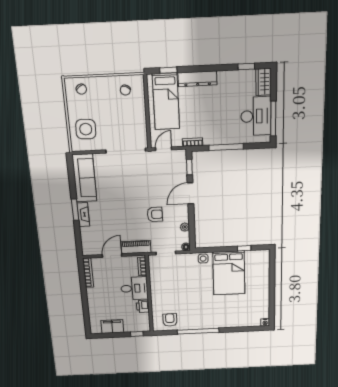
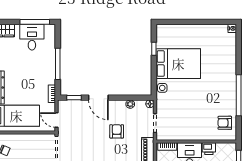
desk: (256, 116) -> (32, 37), width x0.73

